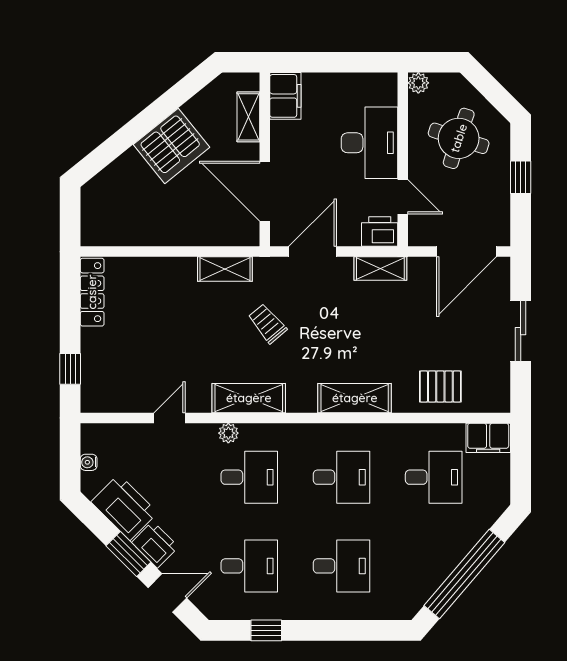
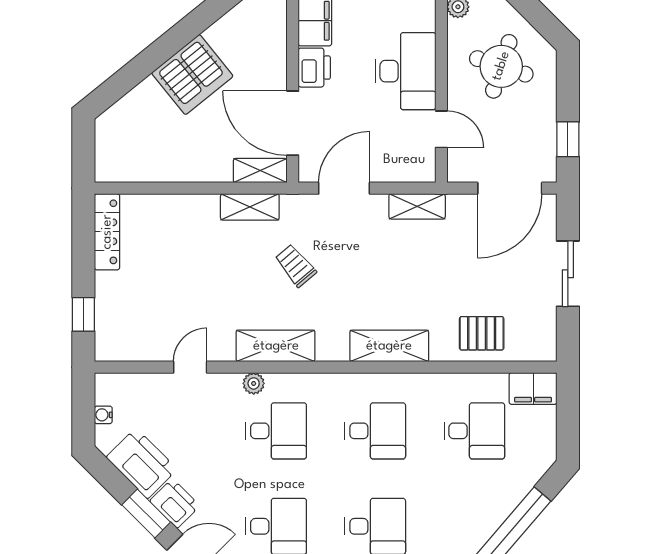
shelving: (248, 117) -> (260, 171), moved, turned 90
window: (521, 177) -> (568, 139), moved
printer: (380, 232) -> (314, 68), moved, turned 90

